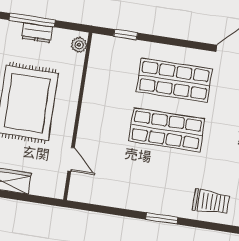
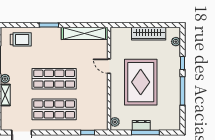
door: (71, 159) -> (109, 66), moved
shelving: (106, 196) -> (84, 33), added
trolley: (211, 202) -> (21, 39), turned 180

